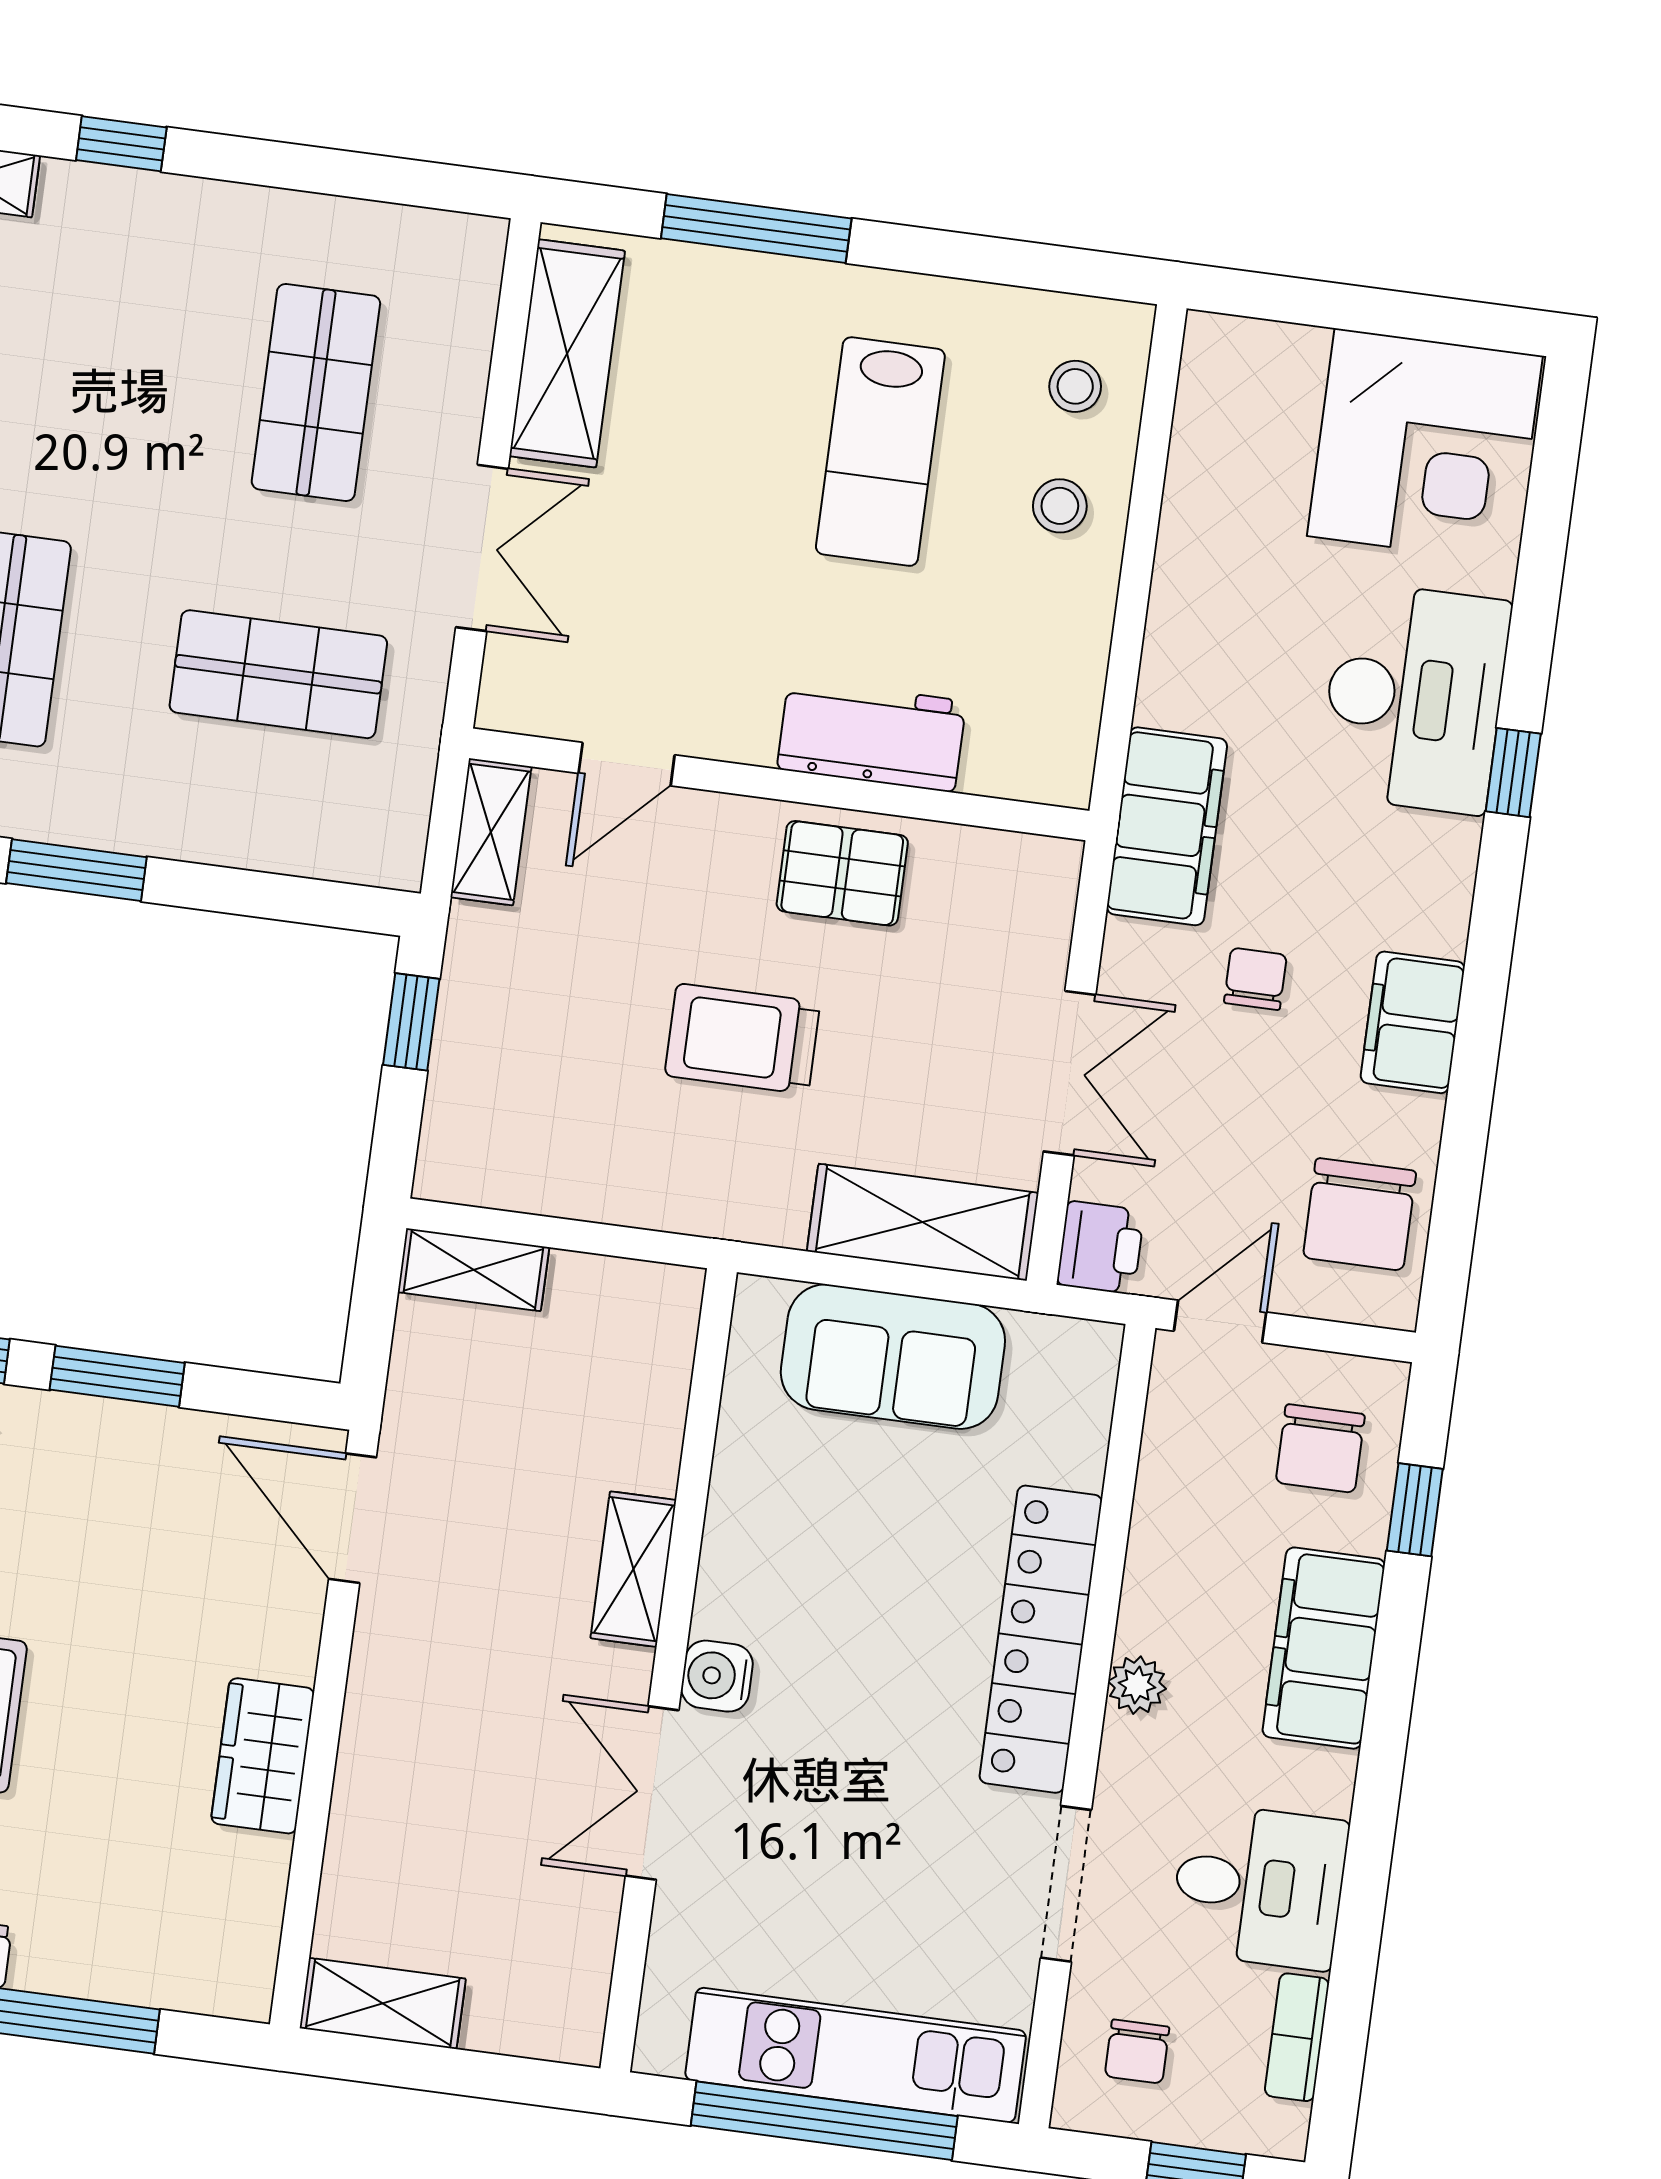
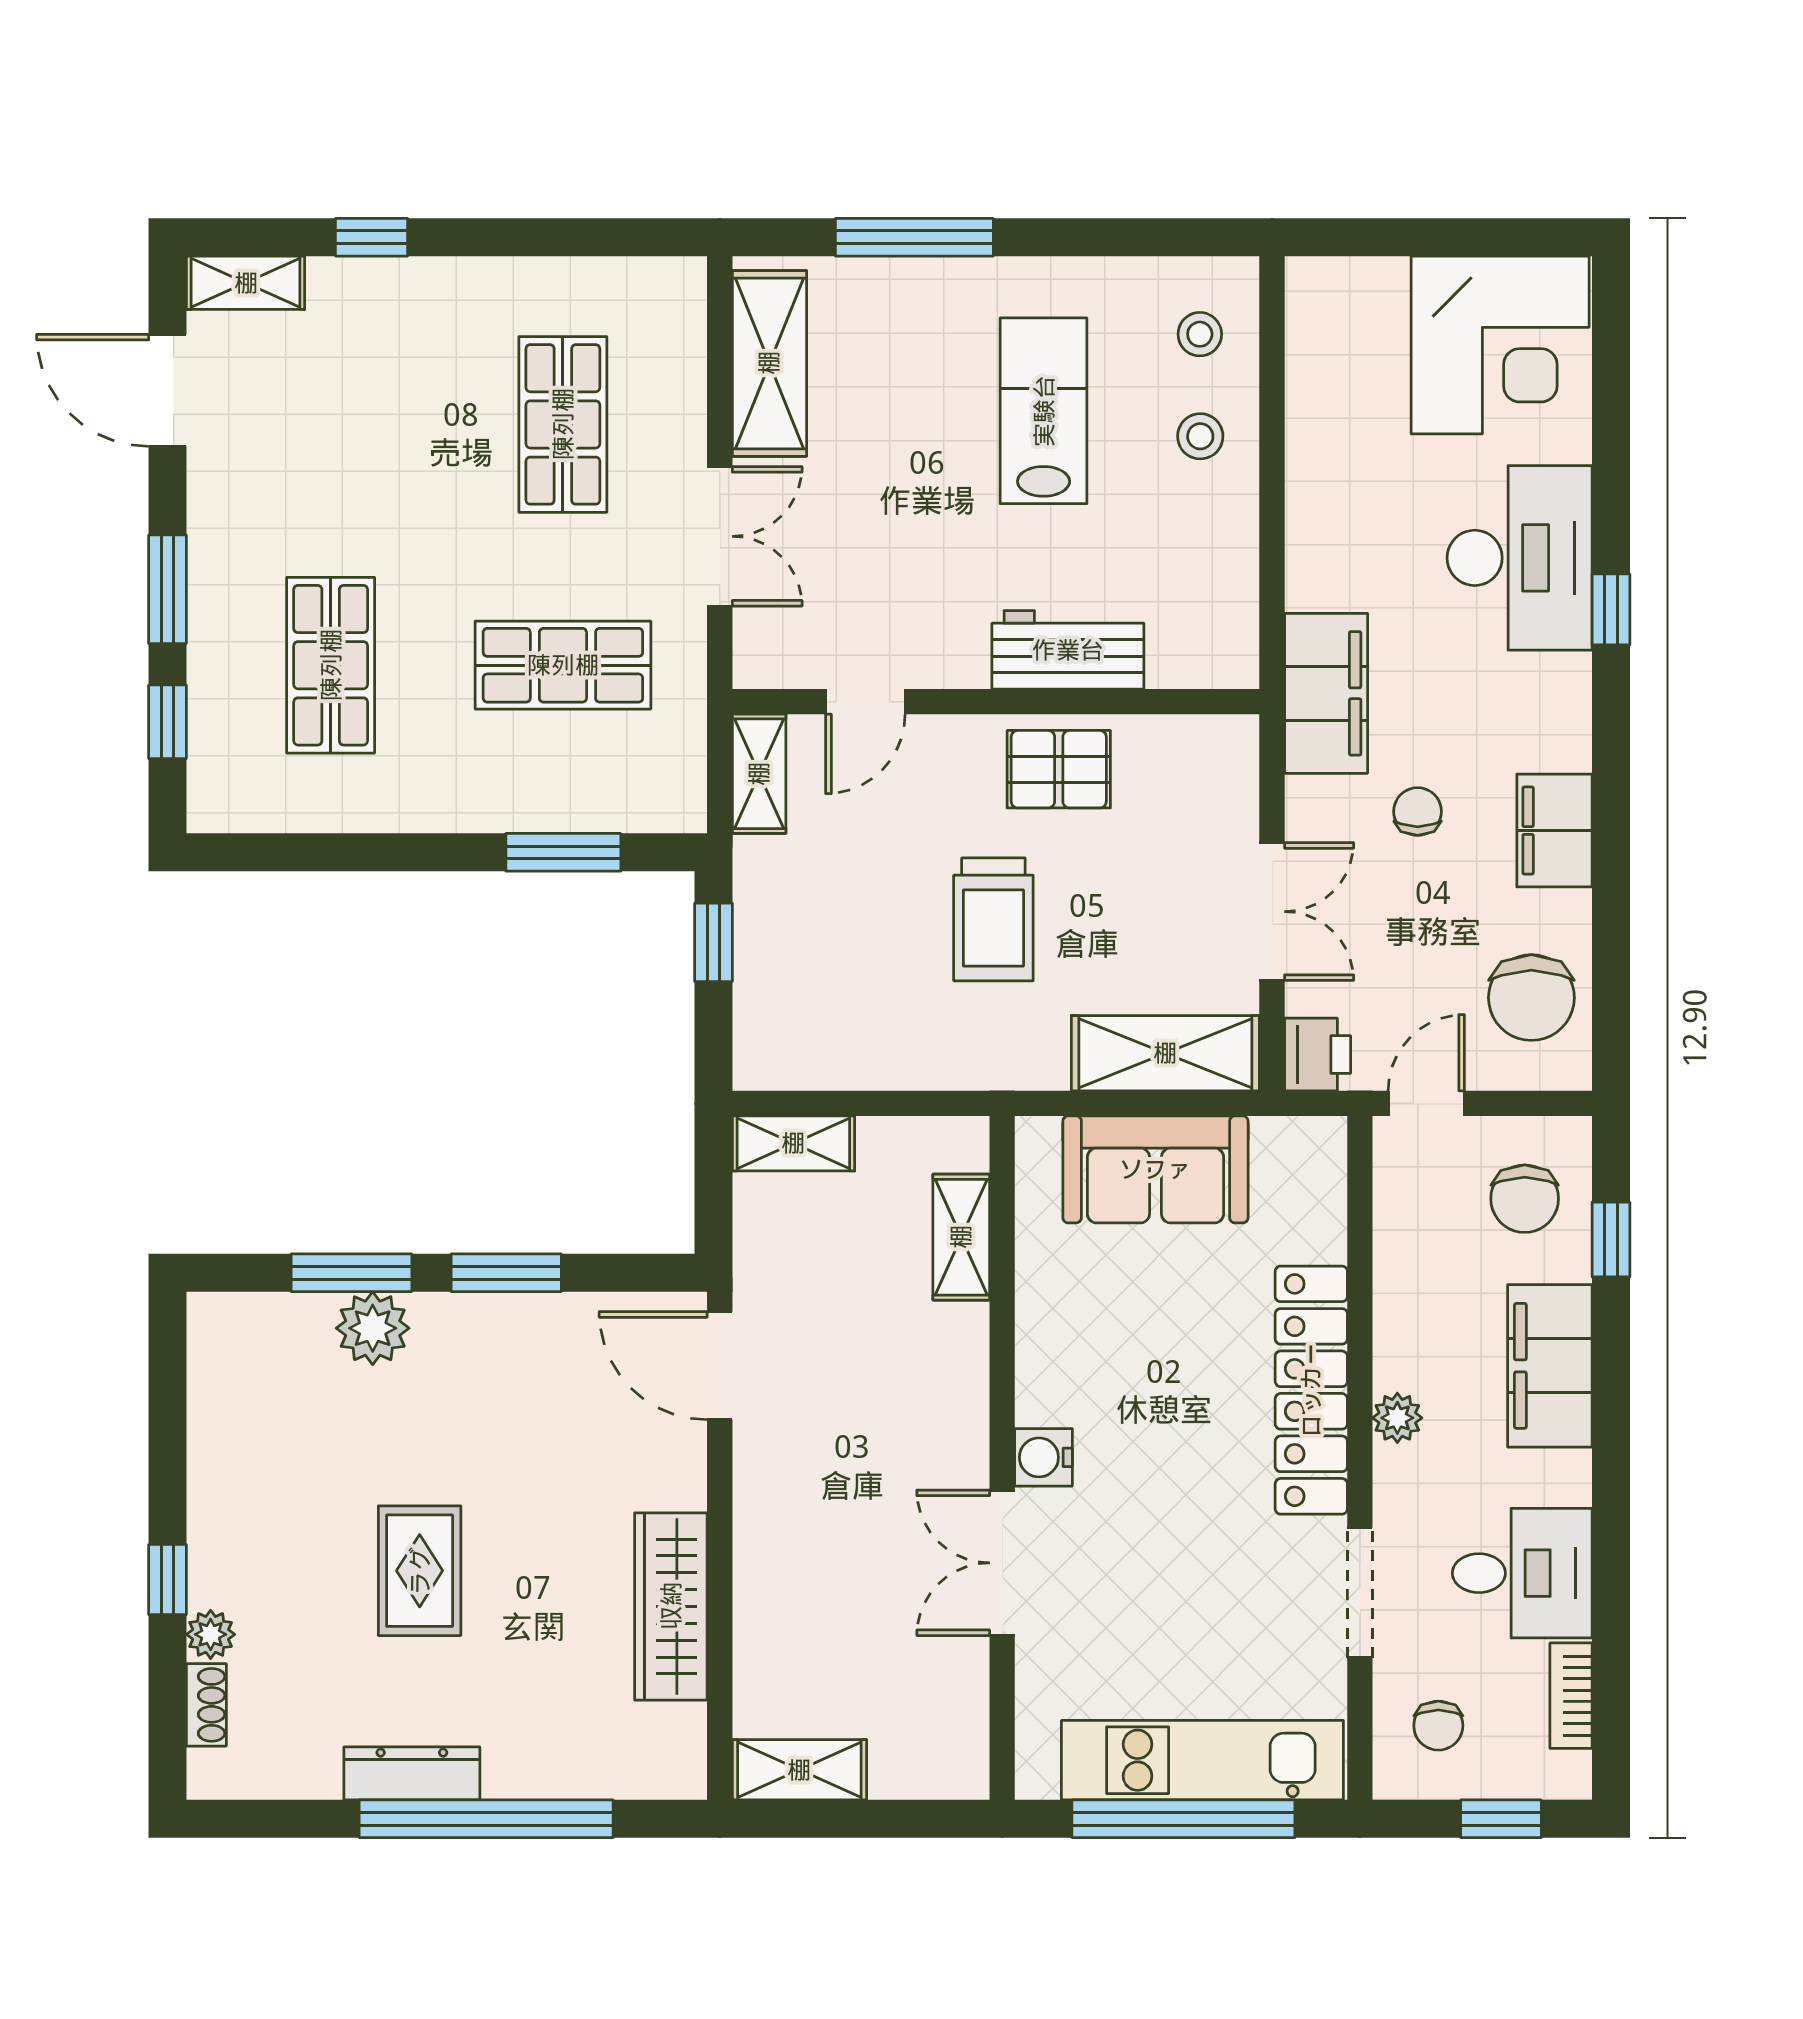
lab bench: (880, 452) -> (1044, 411), turned 180
window: (76, 870) -> (563, 852), moved
trolley: (742, 1039) -> (993, 919), turned -90
shelving: (633, 1569) -> (961, 1237), moved
wardrobe: (263, 1756) -> (671, 1606), width x1.50

